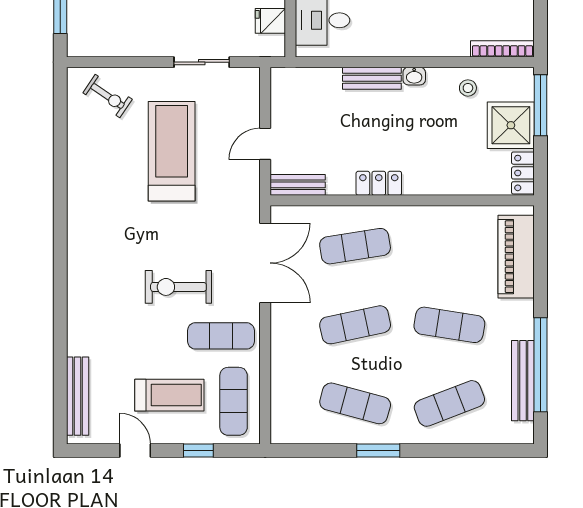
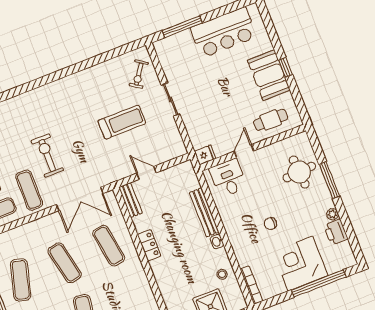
fridge: (270, 21) -> (205, 155), moved, turned 90
sliding door: (202, 62) -> (171, 99), moved
bench: (372, 78) -> (204, 212), width x1.36
treadmill: (172, 151) -> (122, 122), width x0.73, depth x0.73

